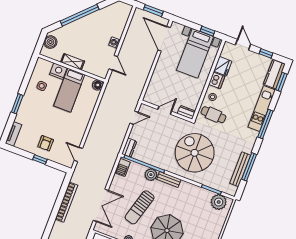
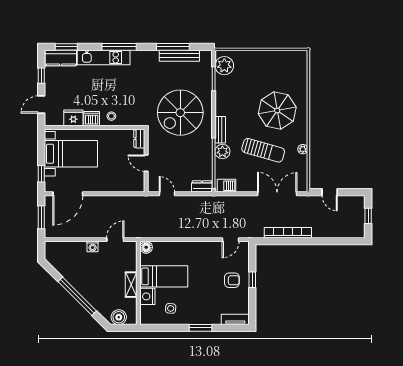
window: (207, 31) -> (41, 174), moved
cafe table: (213, 115) -> (131, 108), removed

